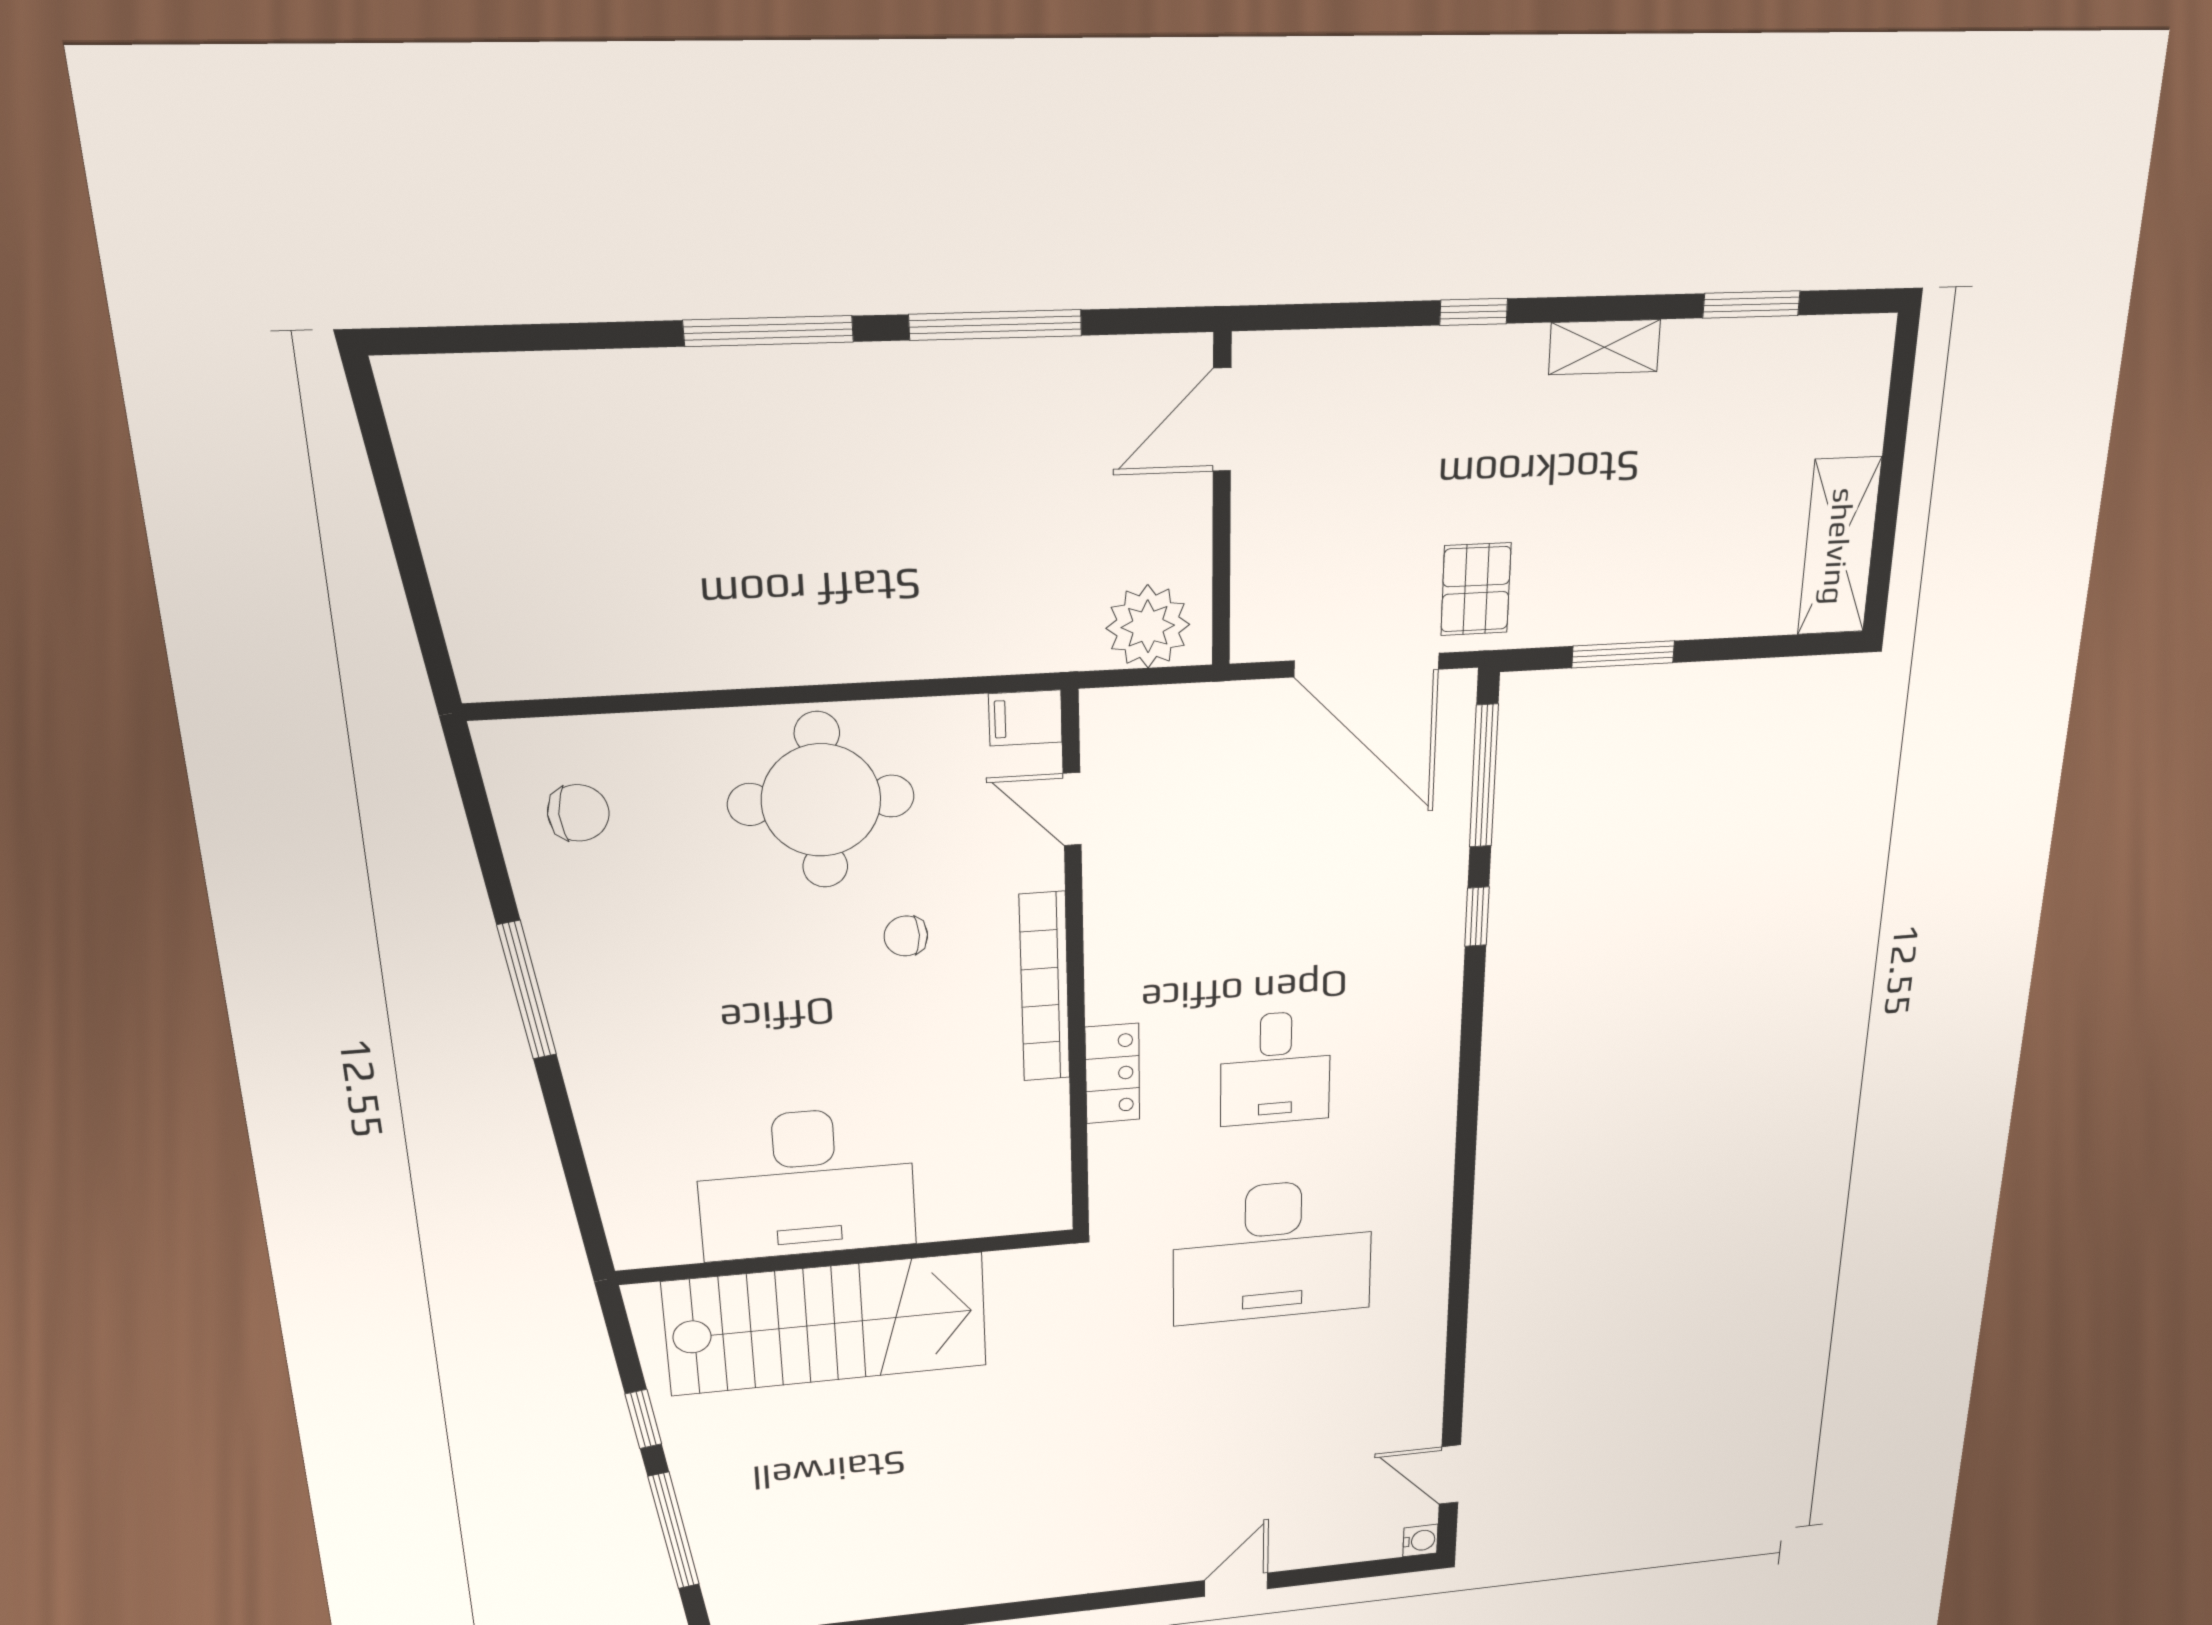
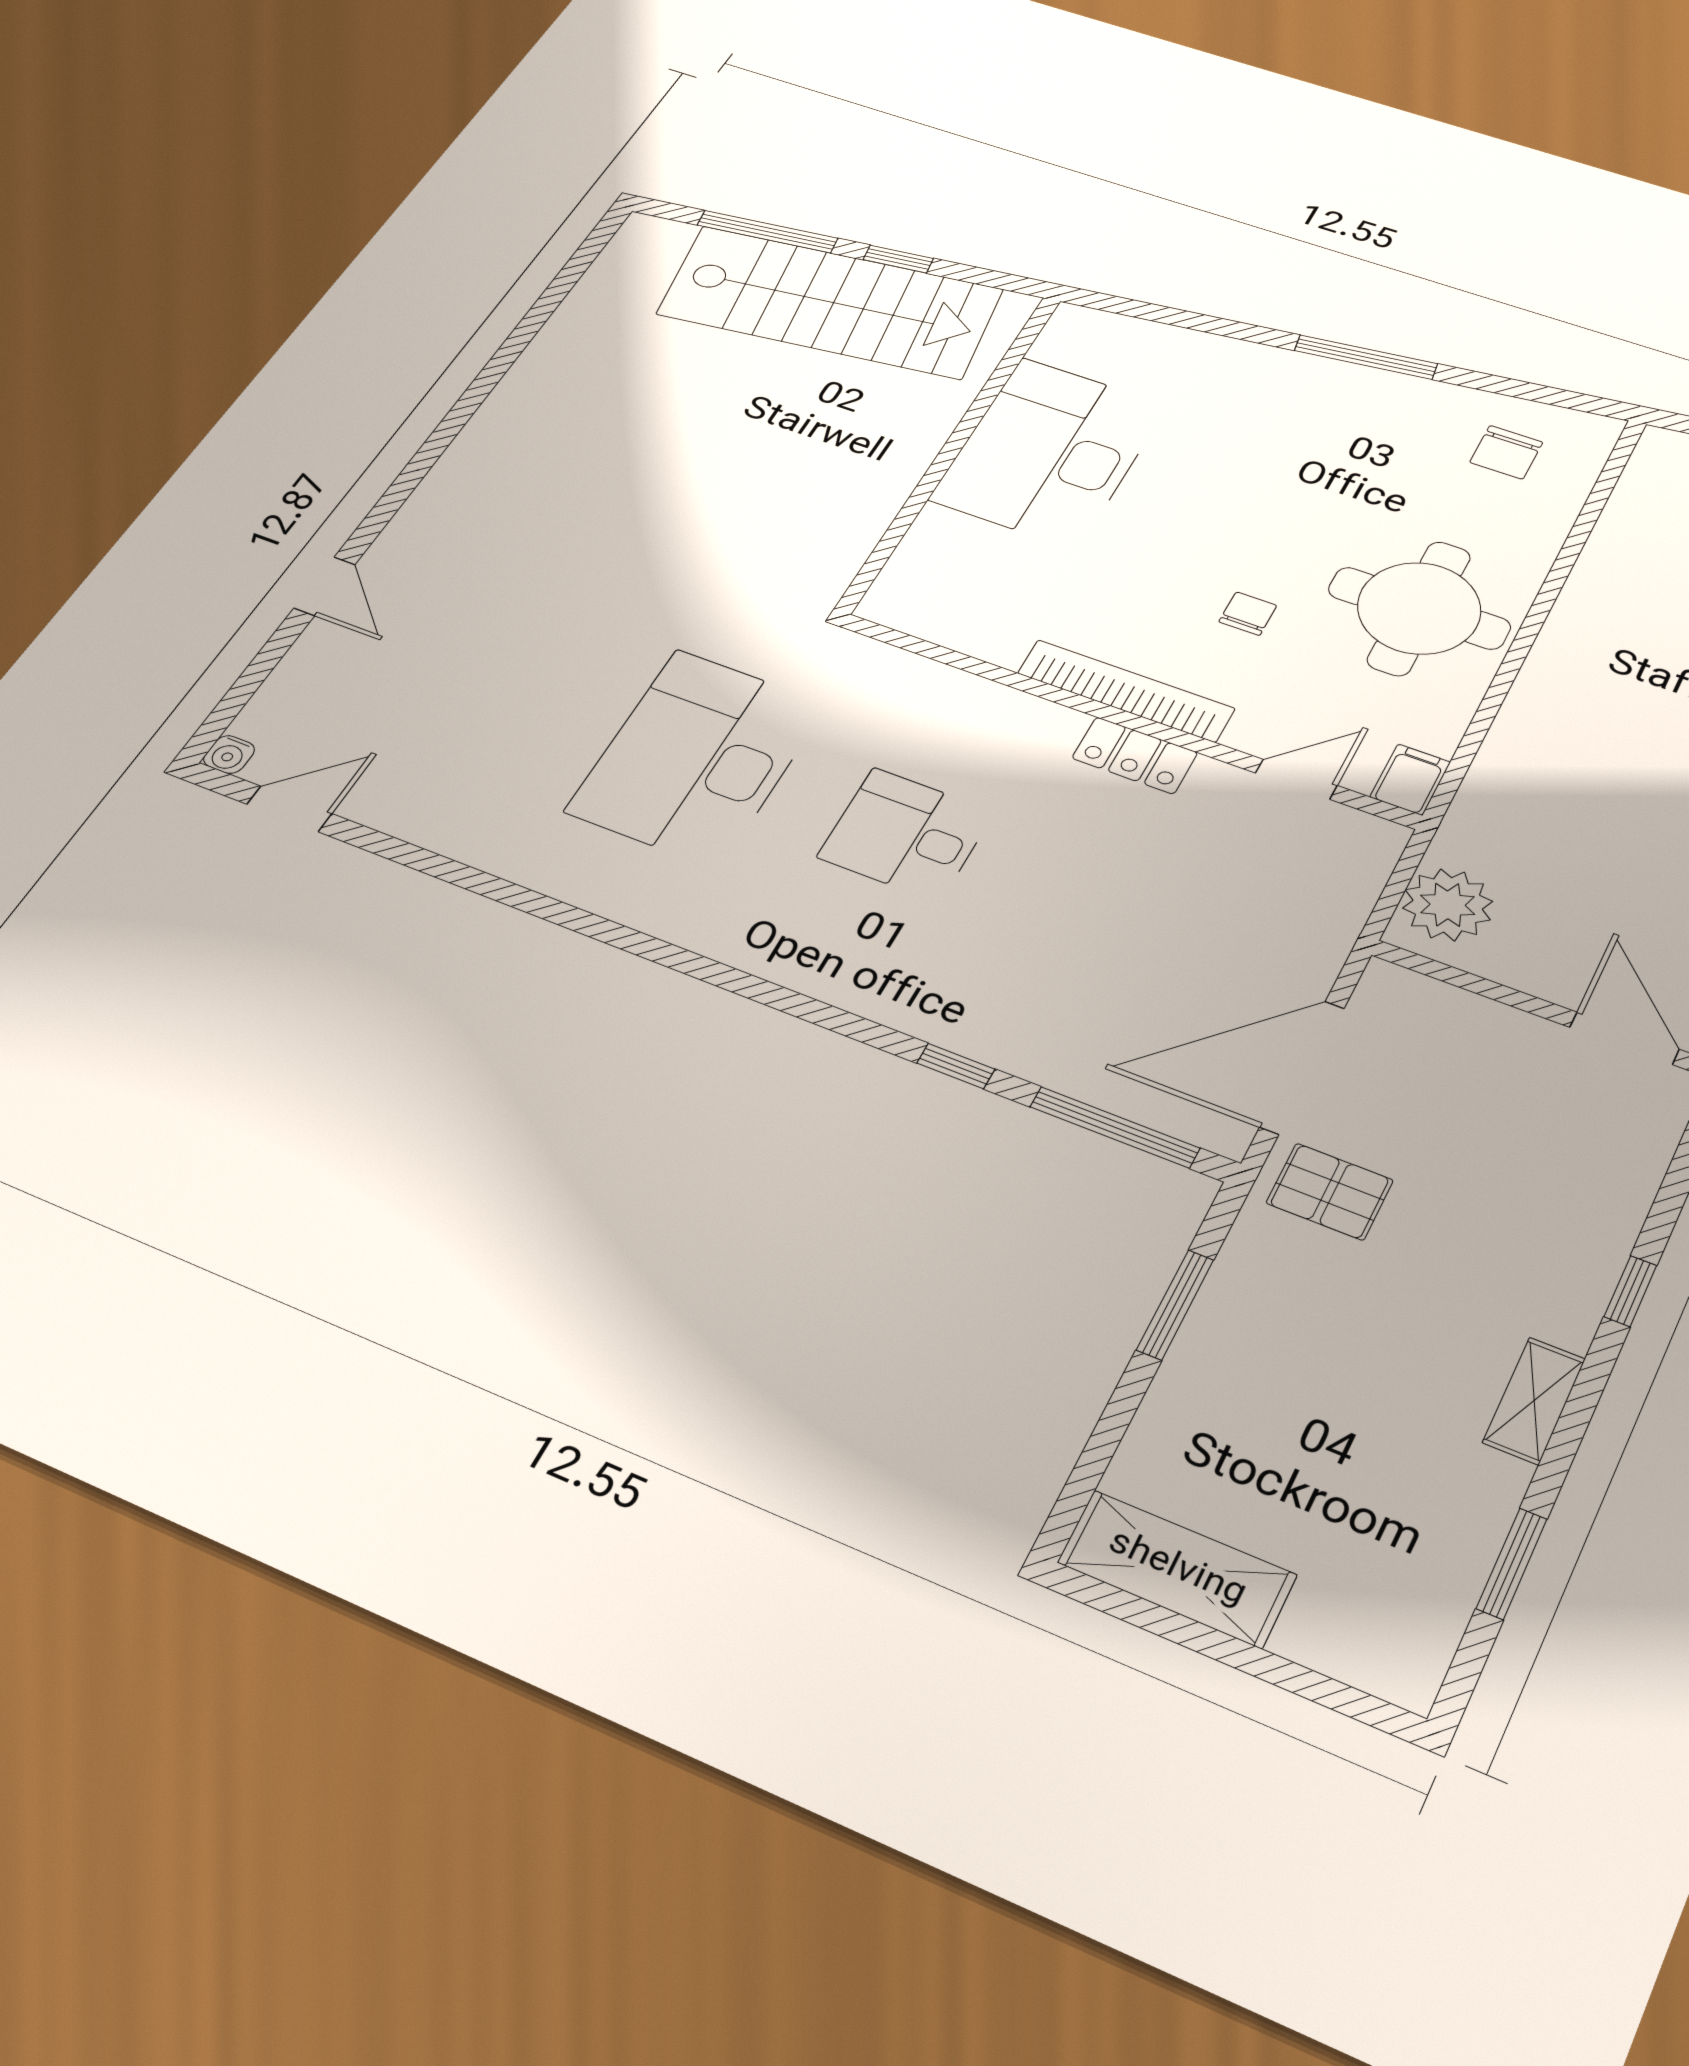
locker: (1112, 1074) -> (1135, 755), moved
stairs: (827, 1324) -> (830, 302), moved, turned -98

